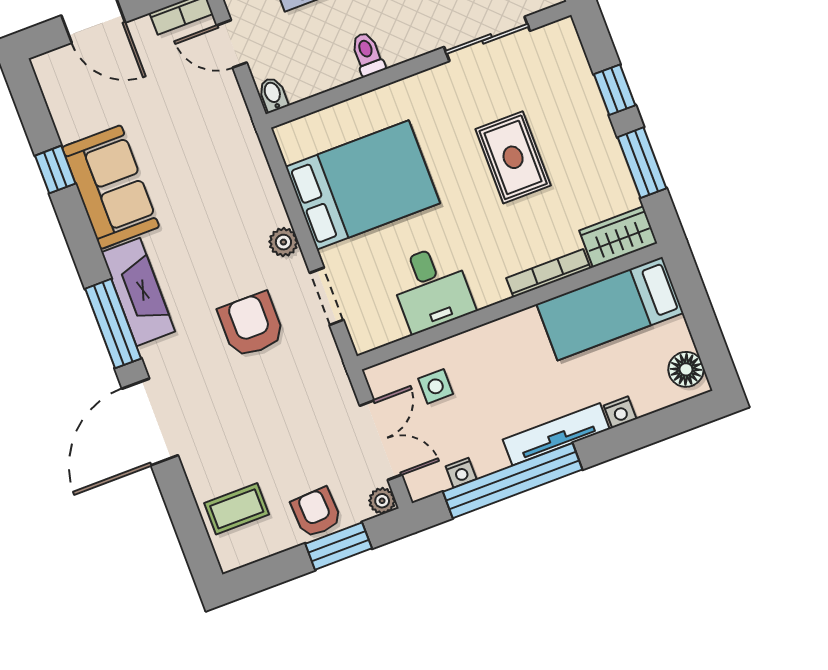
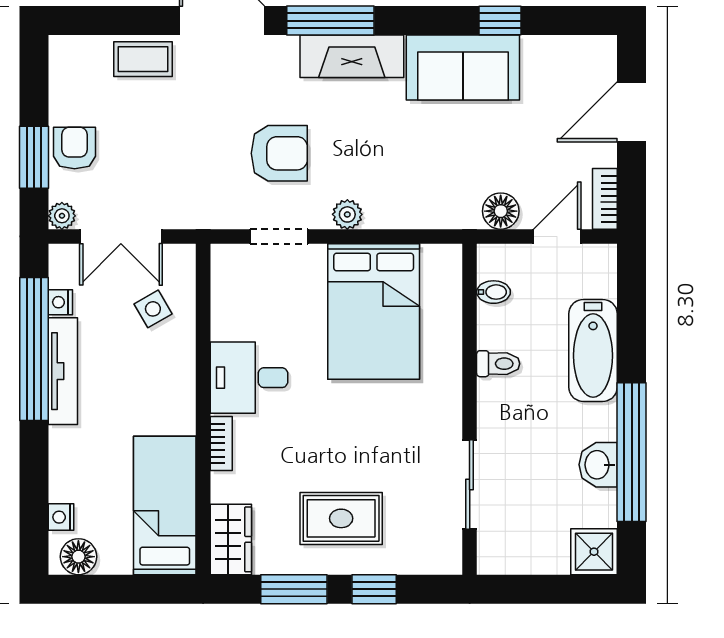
bidet: (273, 94) -> (493, 292), moved
floor lamp: (228, 104) -> (501, 211), added
rug: (513, 157) -> (341, 518), moved
bookcase: (548, 273) -> (221, 443), width x0.64
desk: (431, 288) -> (249, 378), moved
side table: (436, 386) -> (153, 309), turned -30
nightstand: (620, 412) -> (61, 517), moved
tv unit: (556, 434) -> (63, 371), moved
coffee table: (237, 509) -> (143, 59), moved, turned 90
armchair: (316, 512) -> (75, 148), turned -87

